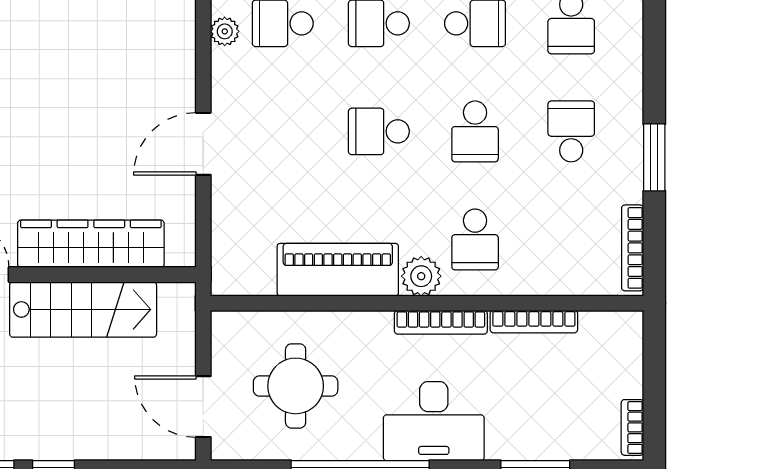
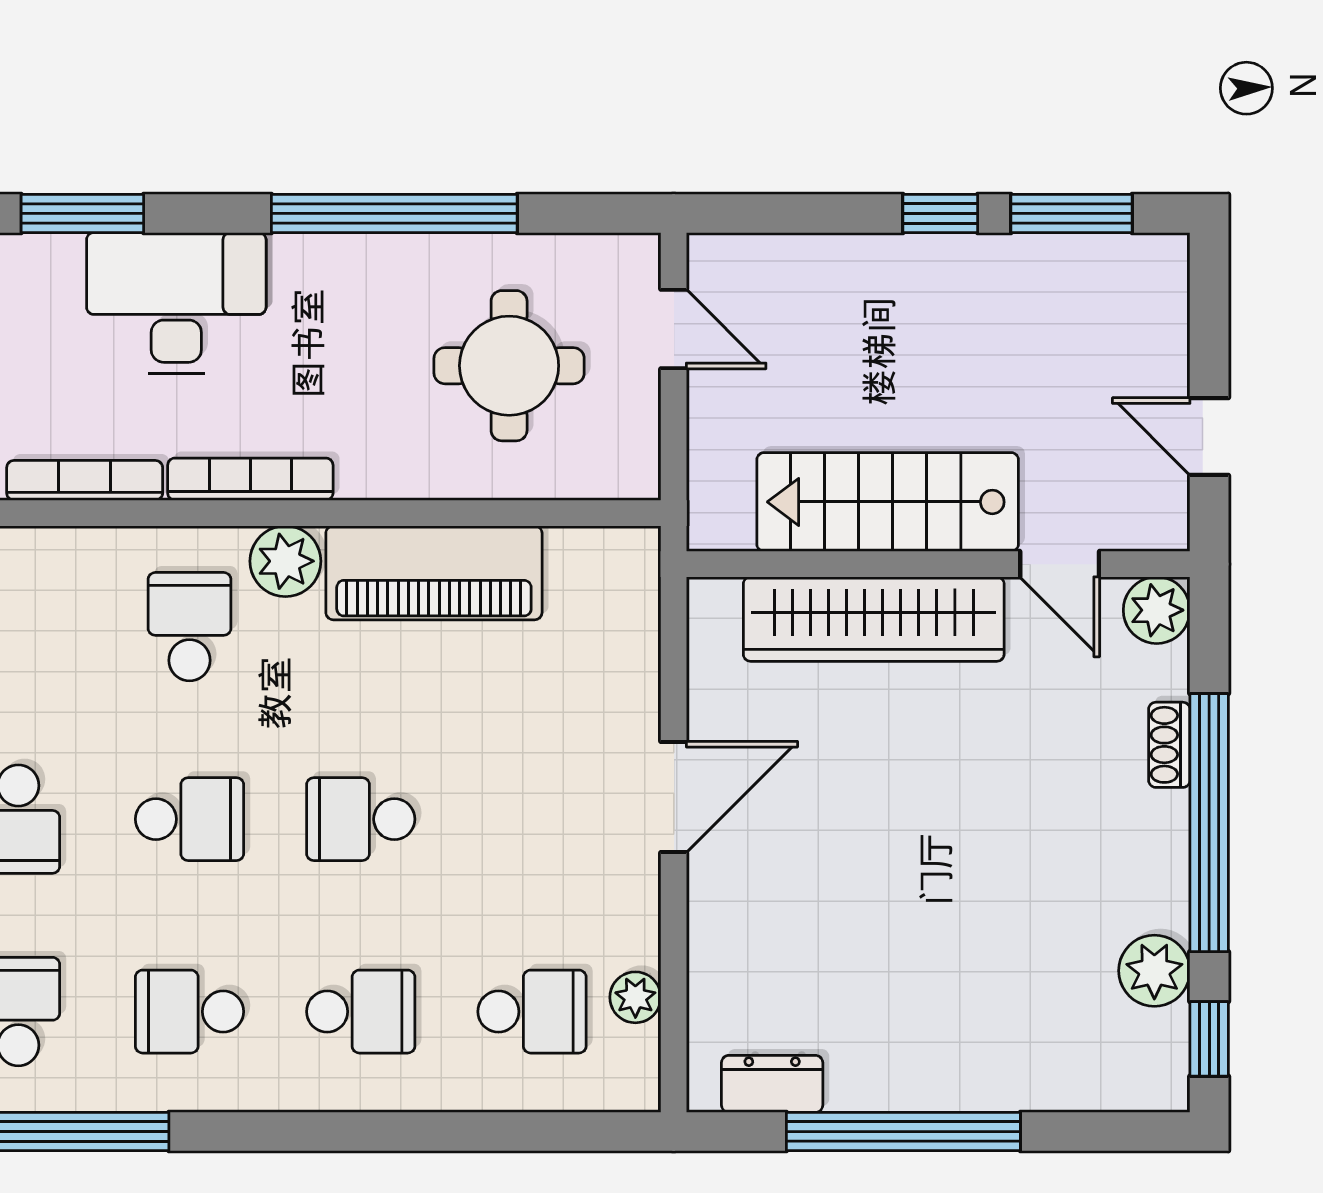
school desk: (379, 131) -> (361, 819), turned 180
school desk: (475, 131) -> (189, 819), turned 90
door: (203, 407) -> (674, 329), width x0.73
desk: (434, 421) -> (176, 303), moved

